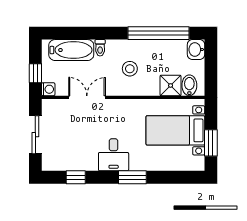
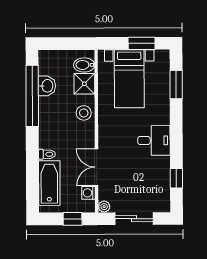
washbasin: (196, 49) -> (47, 86), moved, turned -90
stool: (130, 69) -> (84, 113), moved
washing machine: (48, 89) -> (89, 193), moved, turned -90
plant: (48, 105) -> (104, 207), added
window: (132, 177) -> (176, 85), moved

